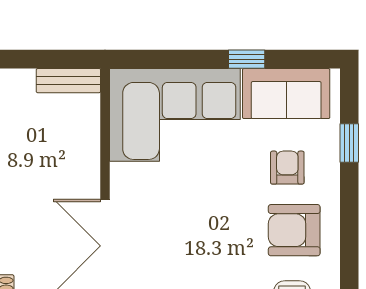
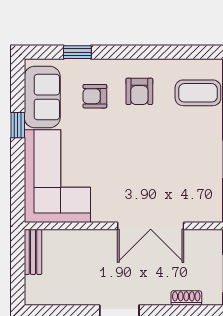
armchair: (294, 230) -> (139, 91), width x0.72, depth x0.72

